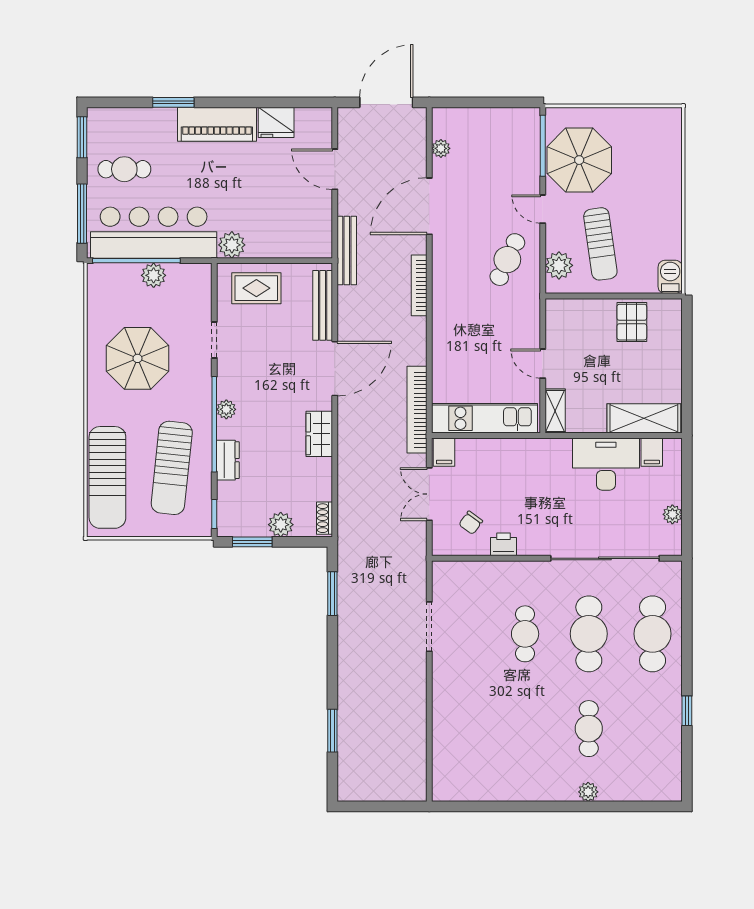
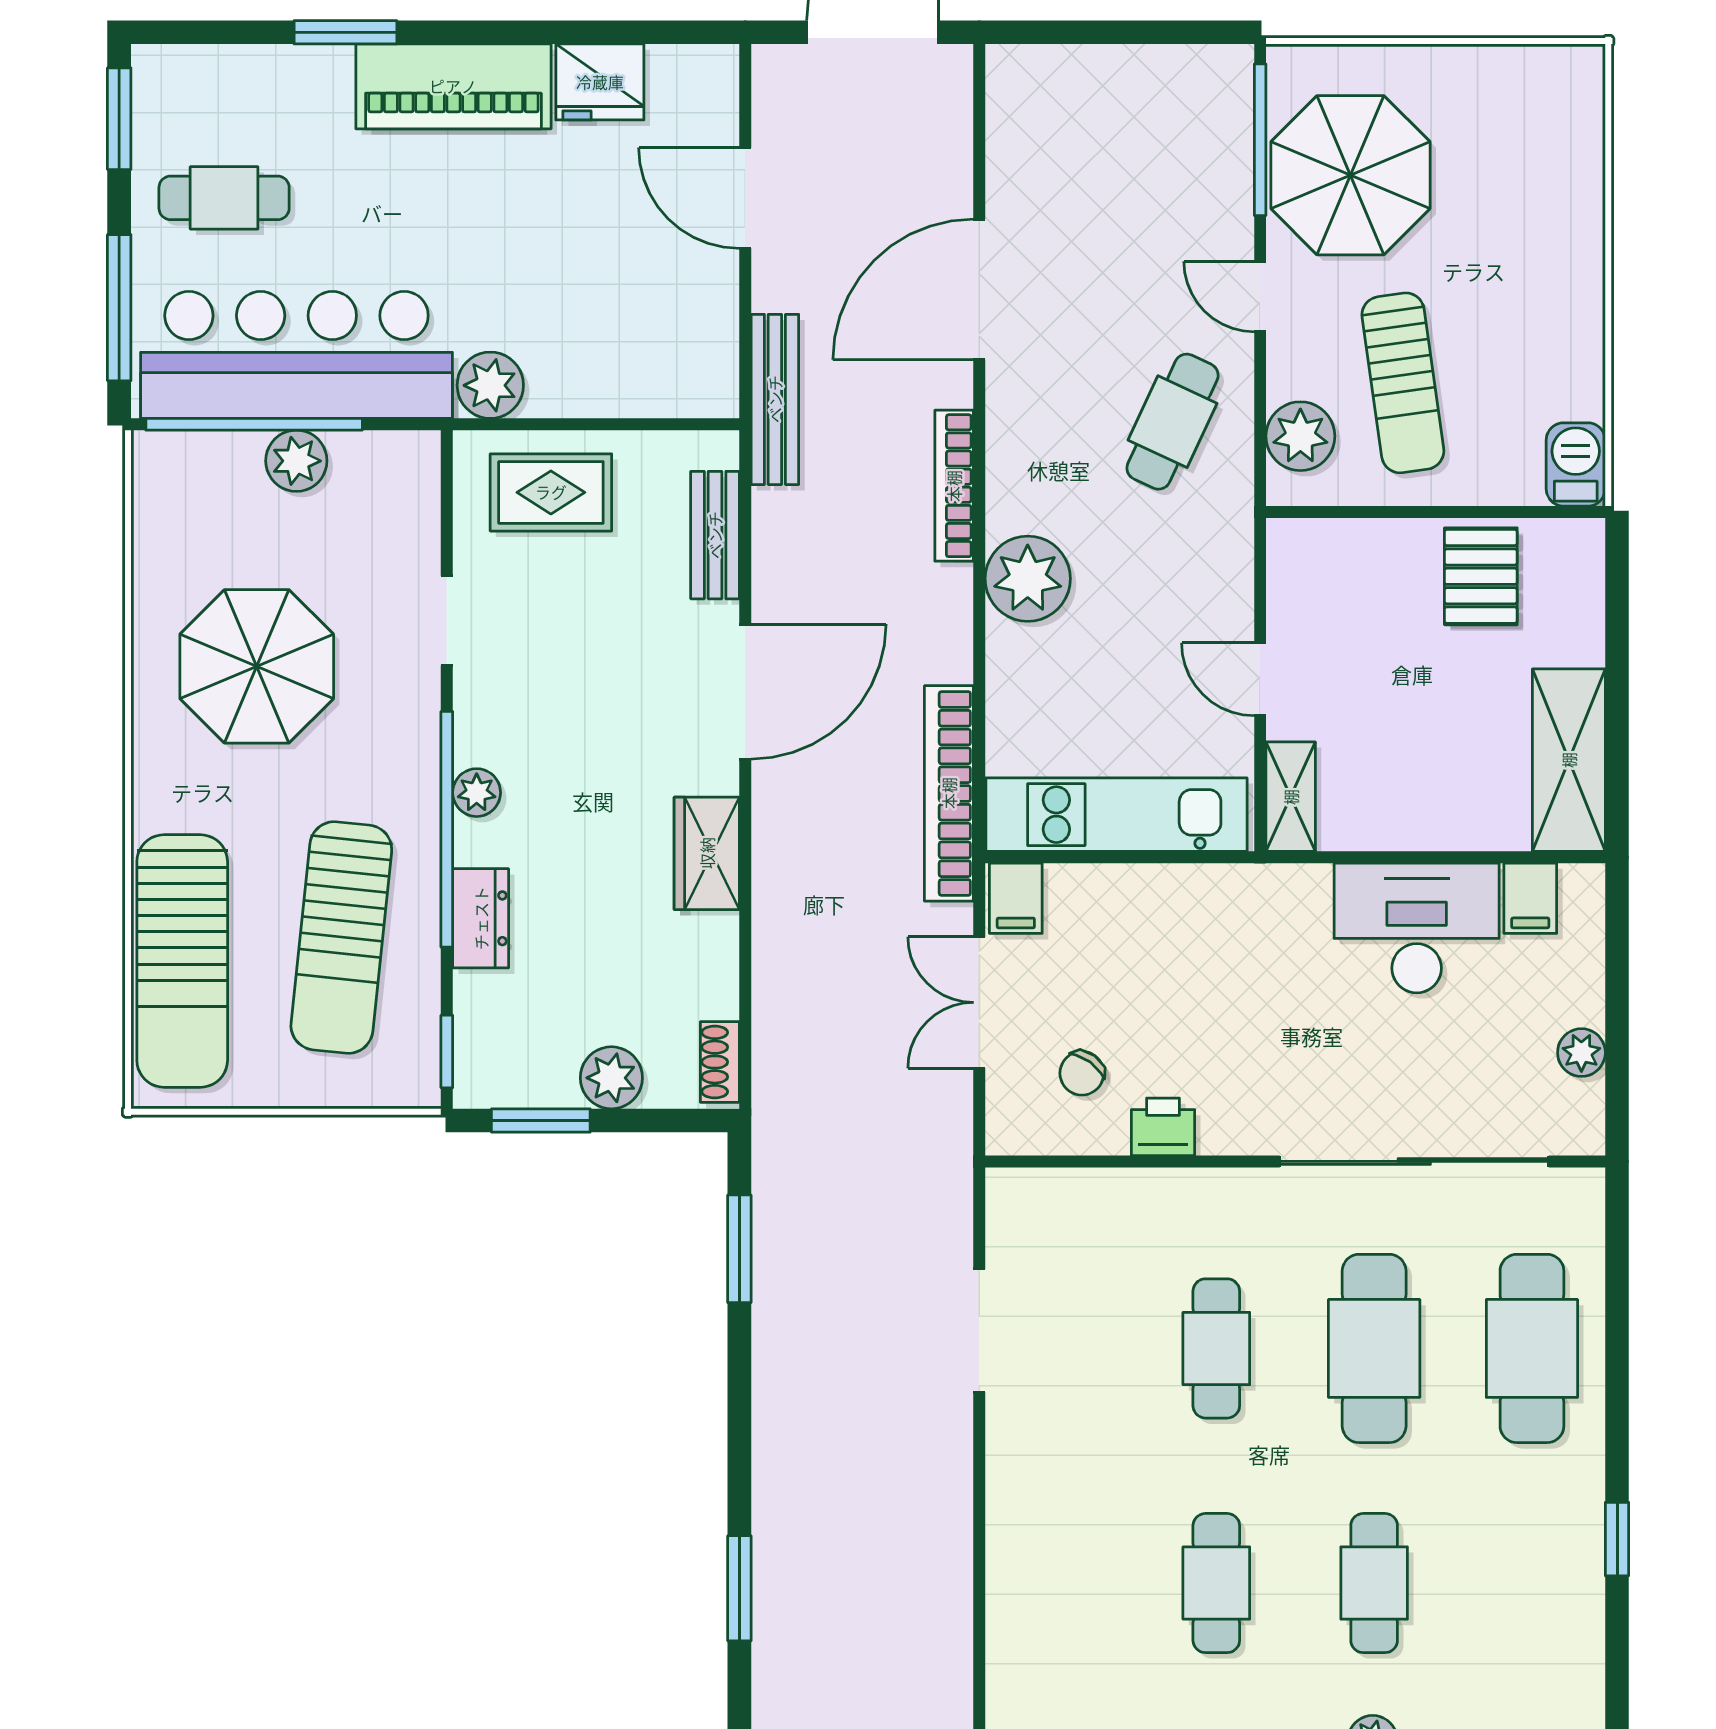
plant: (441, 148) -> (1028, 579), moved, width x1.88, depth x1.88
bench: (323, 305) -> (715, 535), width x0.73
shelving: (644, 418) -> (1569, 760), moved, turned 90
cafe table: (525, 729) -> (1216, 1583), added

